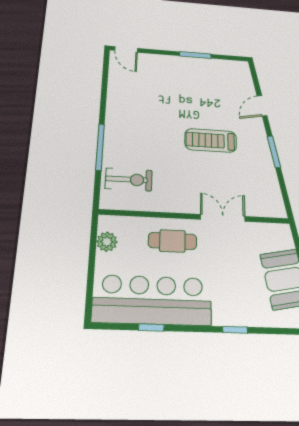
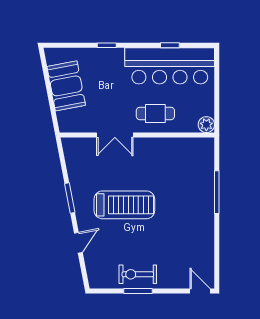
treadmill: (211, 141) -> (124, 205), width x1.37, depth x1.38
exercise bike: (129, 179) -> (138, 274), moved
plant: (107, 242) -> (206, 125), moved

